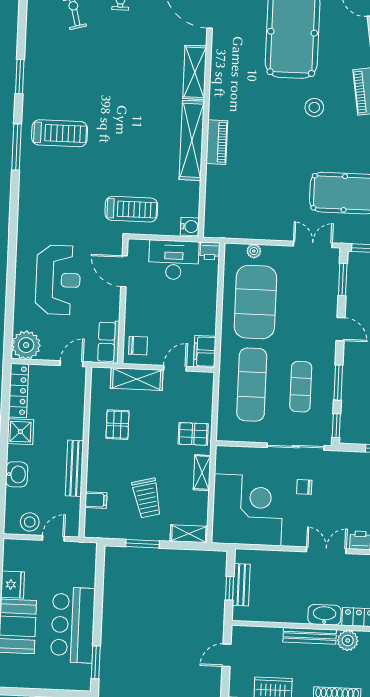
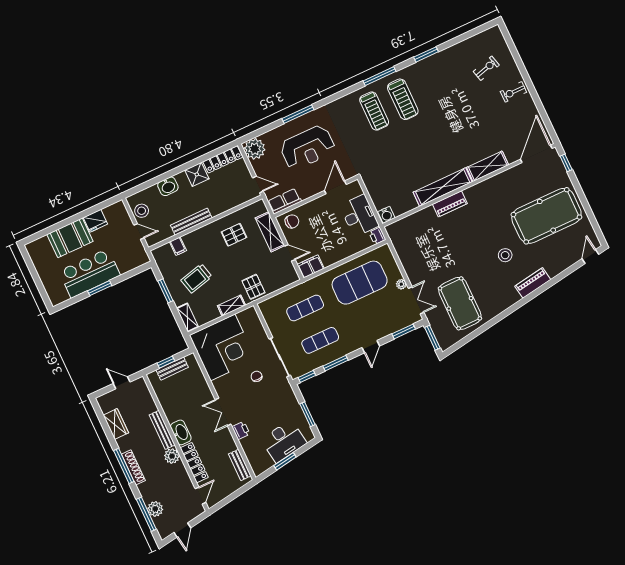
treadmill: (131, 209) -> (374, 111), moved
plant: (254, 251) -> (401, 284), moved
window: (11, 270) -> (298, 114), added
chair: (138, 346) -> (292, 221), turned -90
exercise mat: (252, 385) -> (305, 308), width x0.73, depth x0.69
double door: (326, 550) -> (223, 412), swing flipped
window: (96, 662) -> (100, 288), moved

